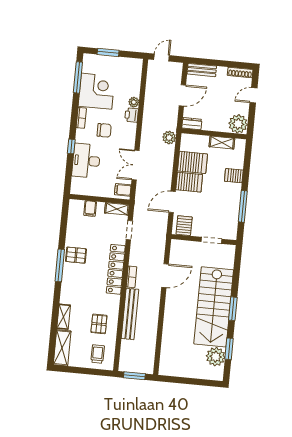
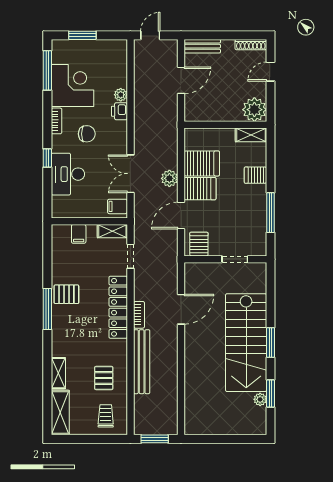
dresser: (192, 124) -> (196, 115), removed
plant: (169, 138) -> (169, 178), moved
shelving: (222, 143) -> (251, 135), moved
plant: (216, 357) -> (260, 399), width x0.53, depth x0.53

